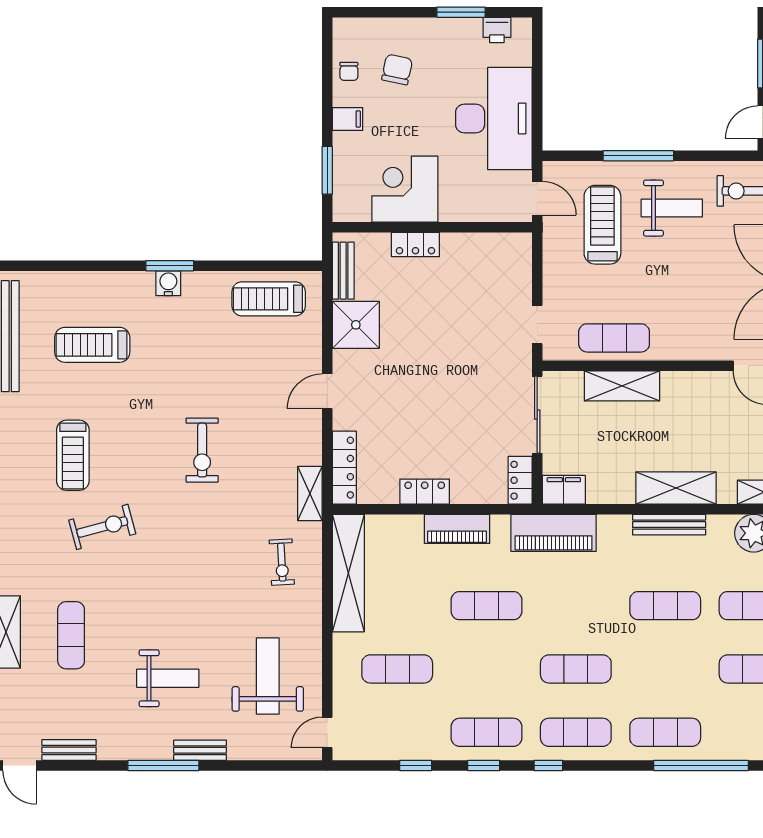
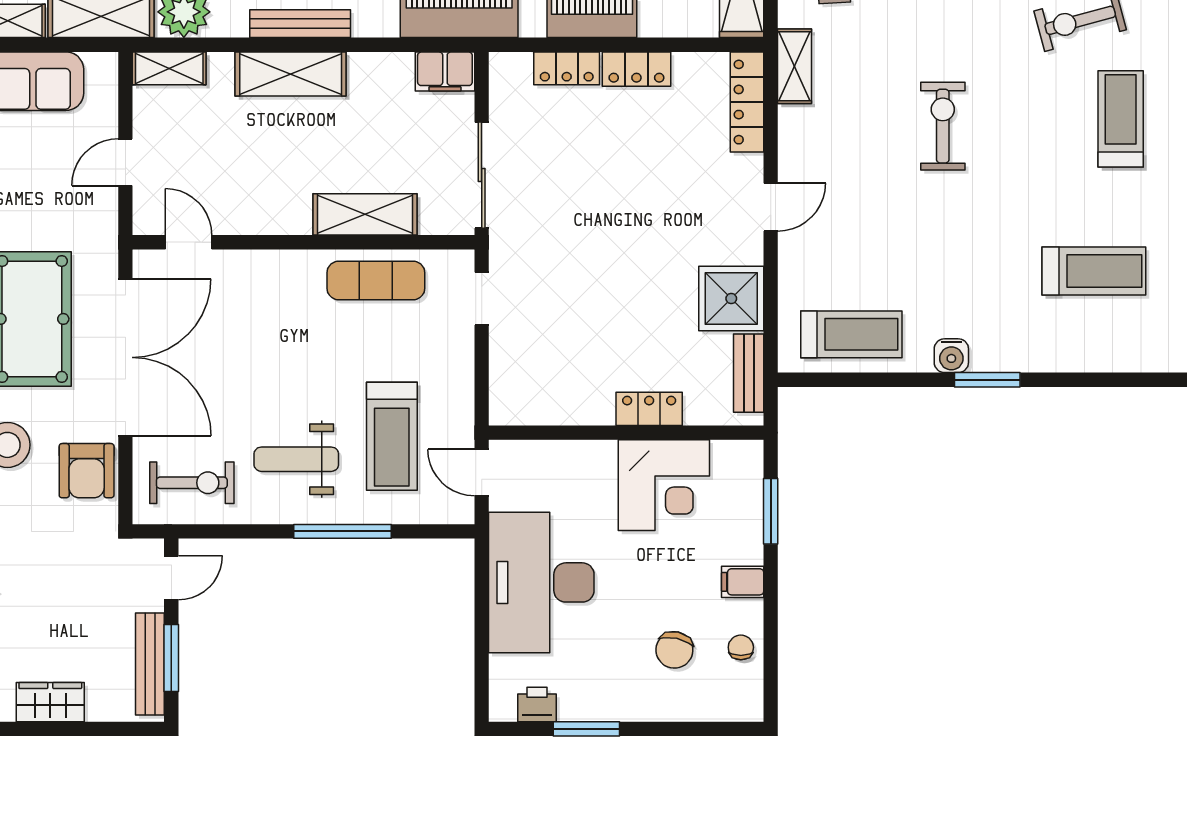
water cooler: (168, 283) -> (951, 356), moved
locker: (520, 480) -> (567, 68), moved, turned 90

